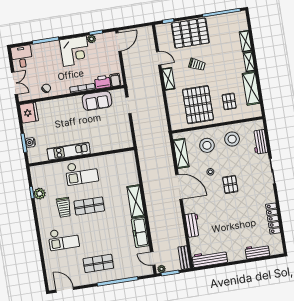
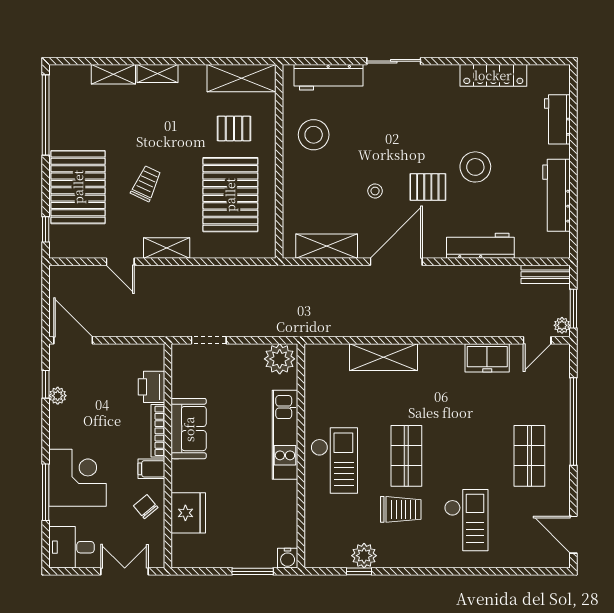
corner desk: (75, 51) -> (78, 478), moved
door: (159, 58) -> (120, 262), swing flipped
filing cabinet: (115, 80) -> (151, 469), moved
shelving: (251, 88) -> (241, 78), moved
sofa: (97, 101) -> (189, 429), moved
pallet: (198, 105) -> (230, 195), turned 90
fridge: (29, 113) -> (188, 513), moved, turned 90
plant: (125, 140) -> (280, 359), added
water cooler: (30, 142) -> (288, 558), moved
workbench: (260, 142) -> (328, 77), width x1.38
stool: (207, 145) -> (475, 167), moved
kitchen unit: (69, 151) -> (285, 435), moved
pallet: (230, 184) -> (428, 187), moved
shelving: (136, 201) -> (384, 357), moved
workbench: (193, 225) -> (480, 246), width x1.38
freezer: (140, 232) -> (487, 358), width x0.71
workbench: (210, 259) -> (557, 195), moved
door: (65, 290) -> (573, 535), hinge flipped

